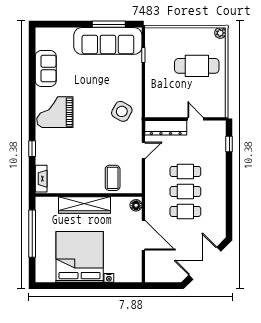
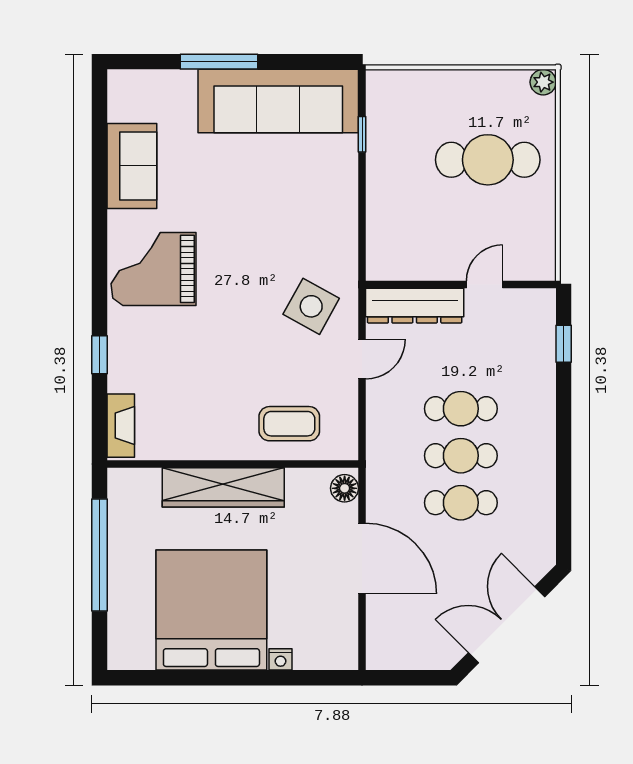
window: (109, 24) -> (219, 62), moved
side table: (122, 111) -> (311, 306), moved
door: (195, 119) -> (485, 285), hinge flipped
coffee table: (113, 178) -> (289, 424), turned 90

